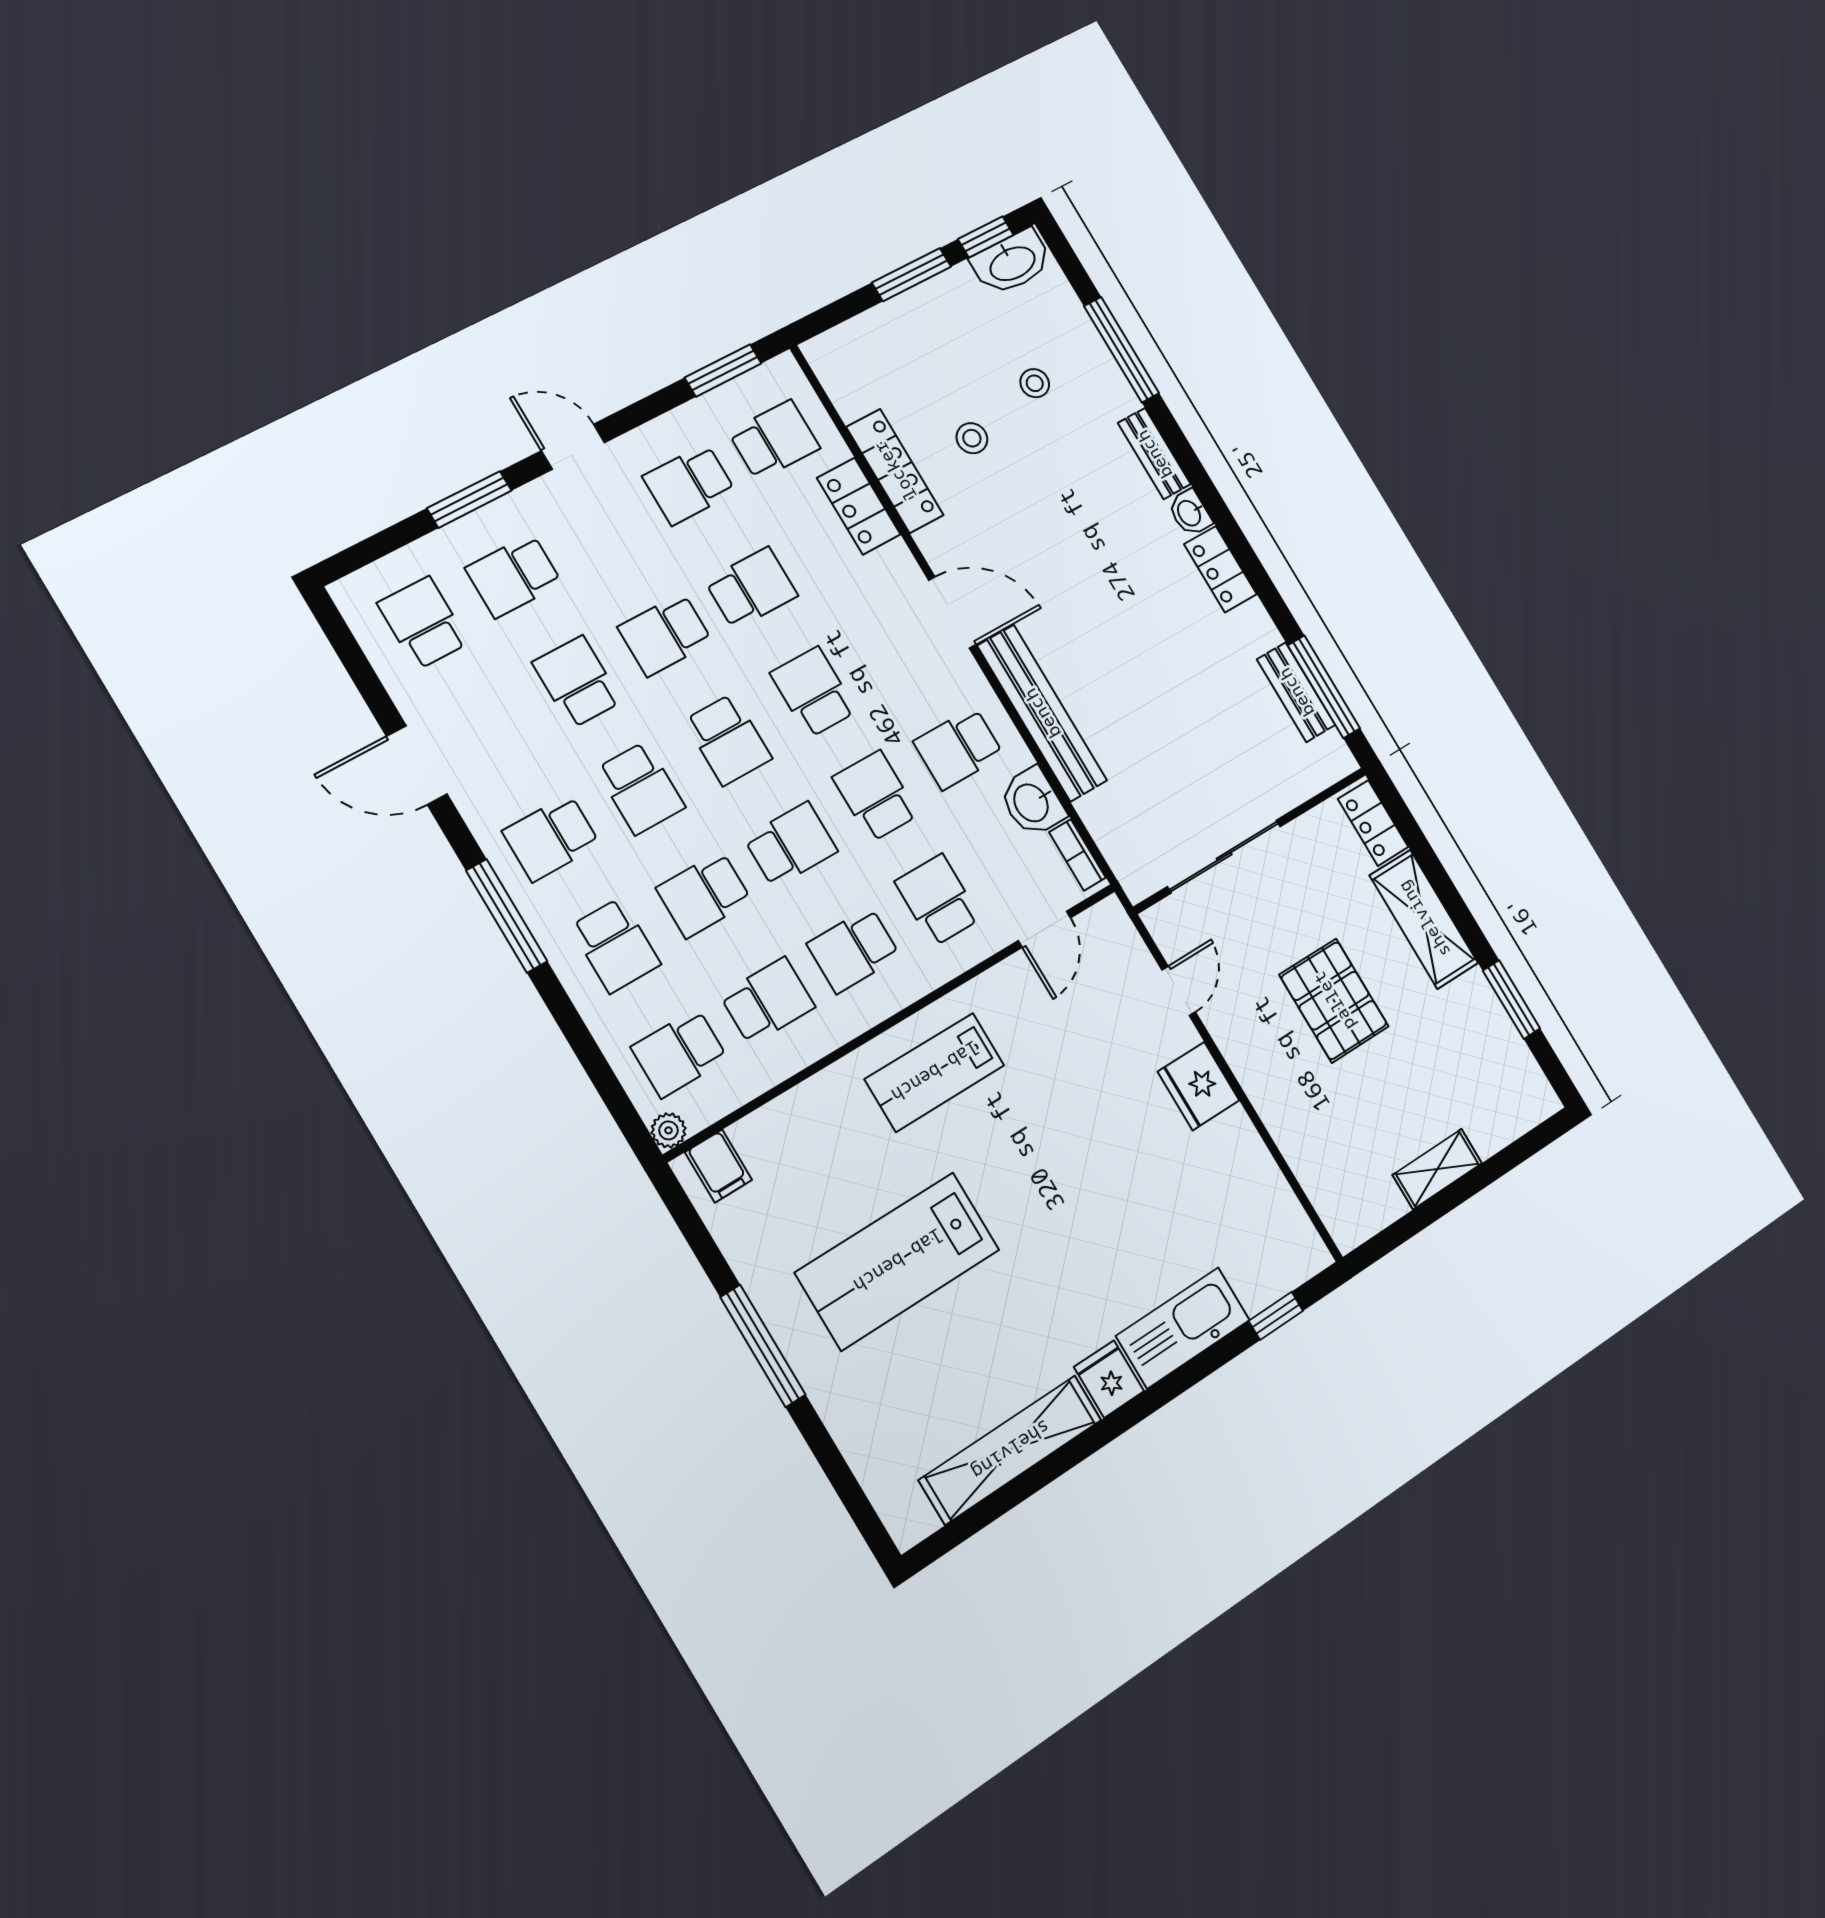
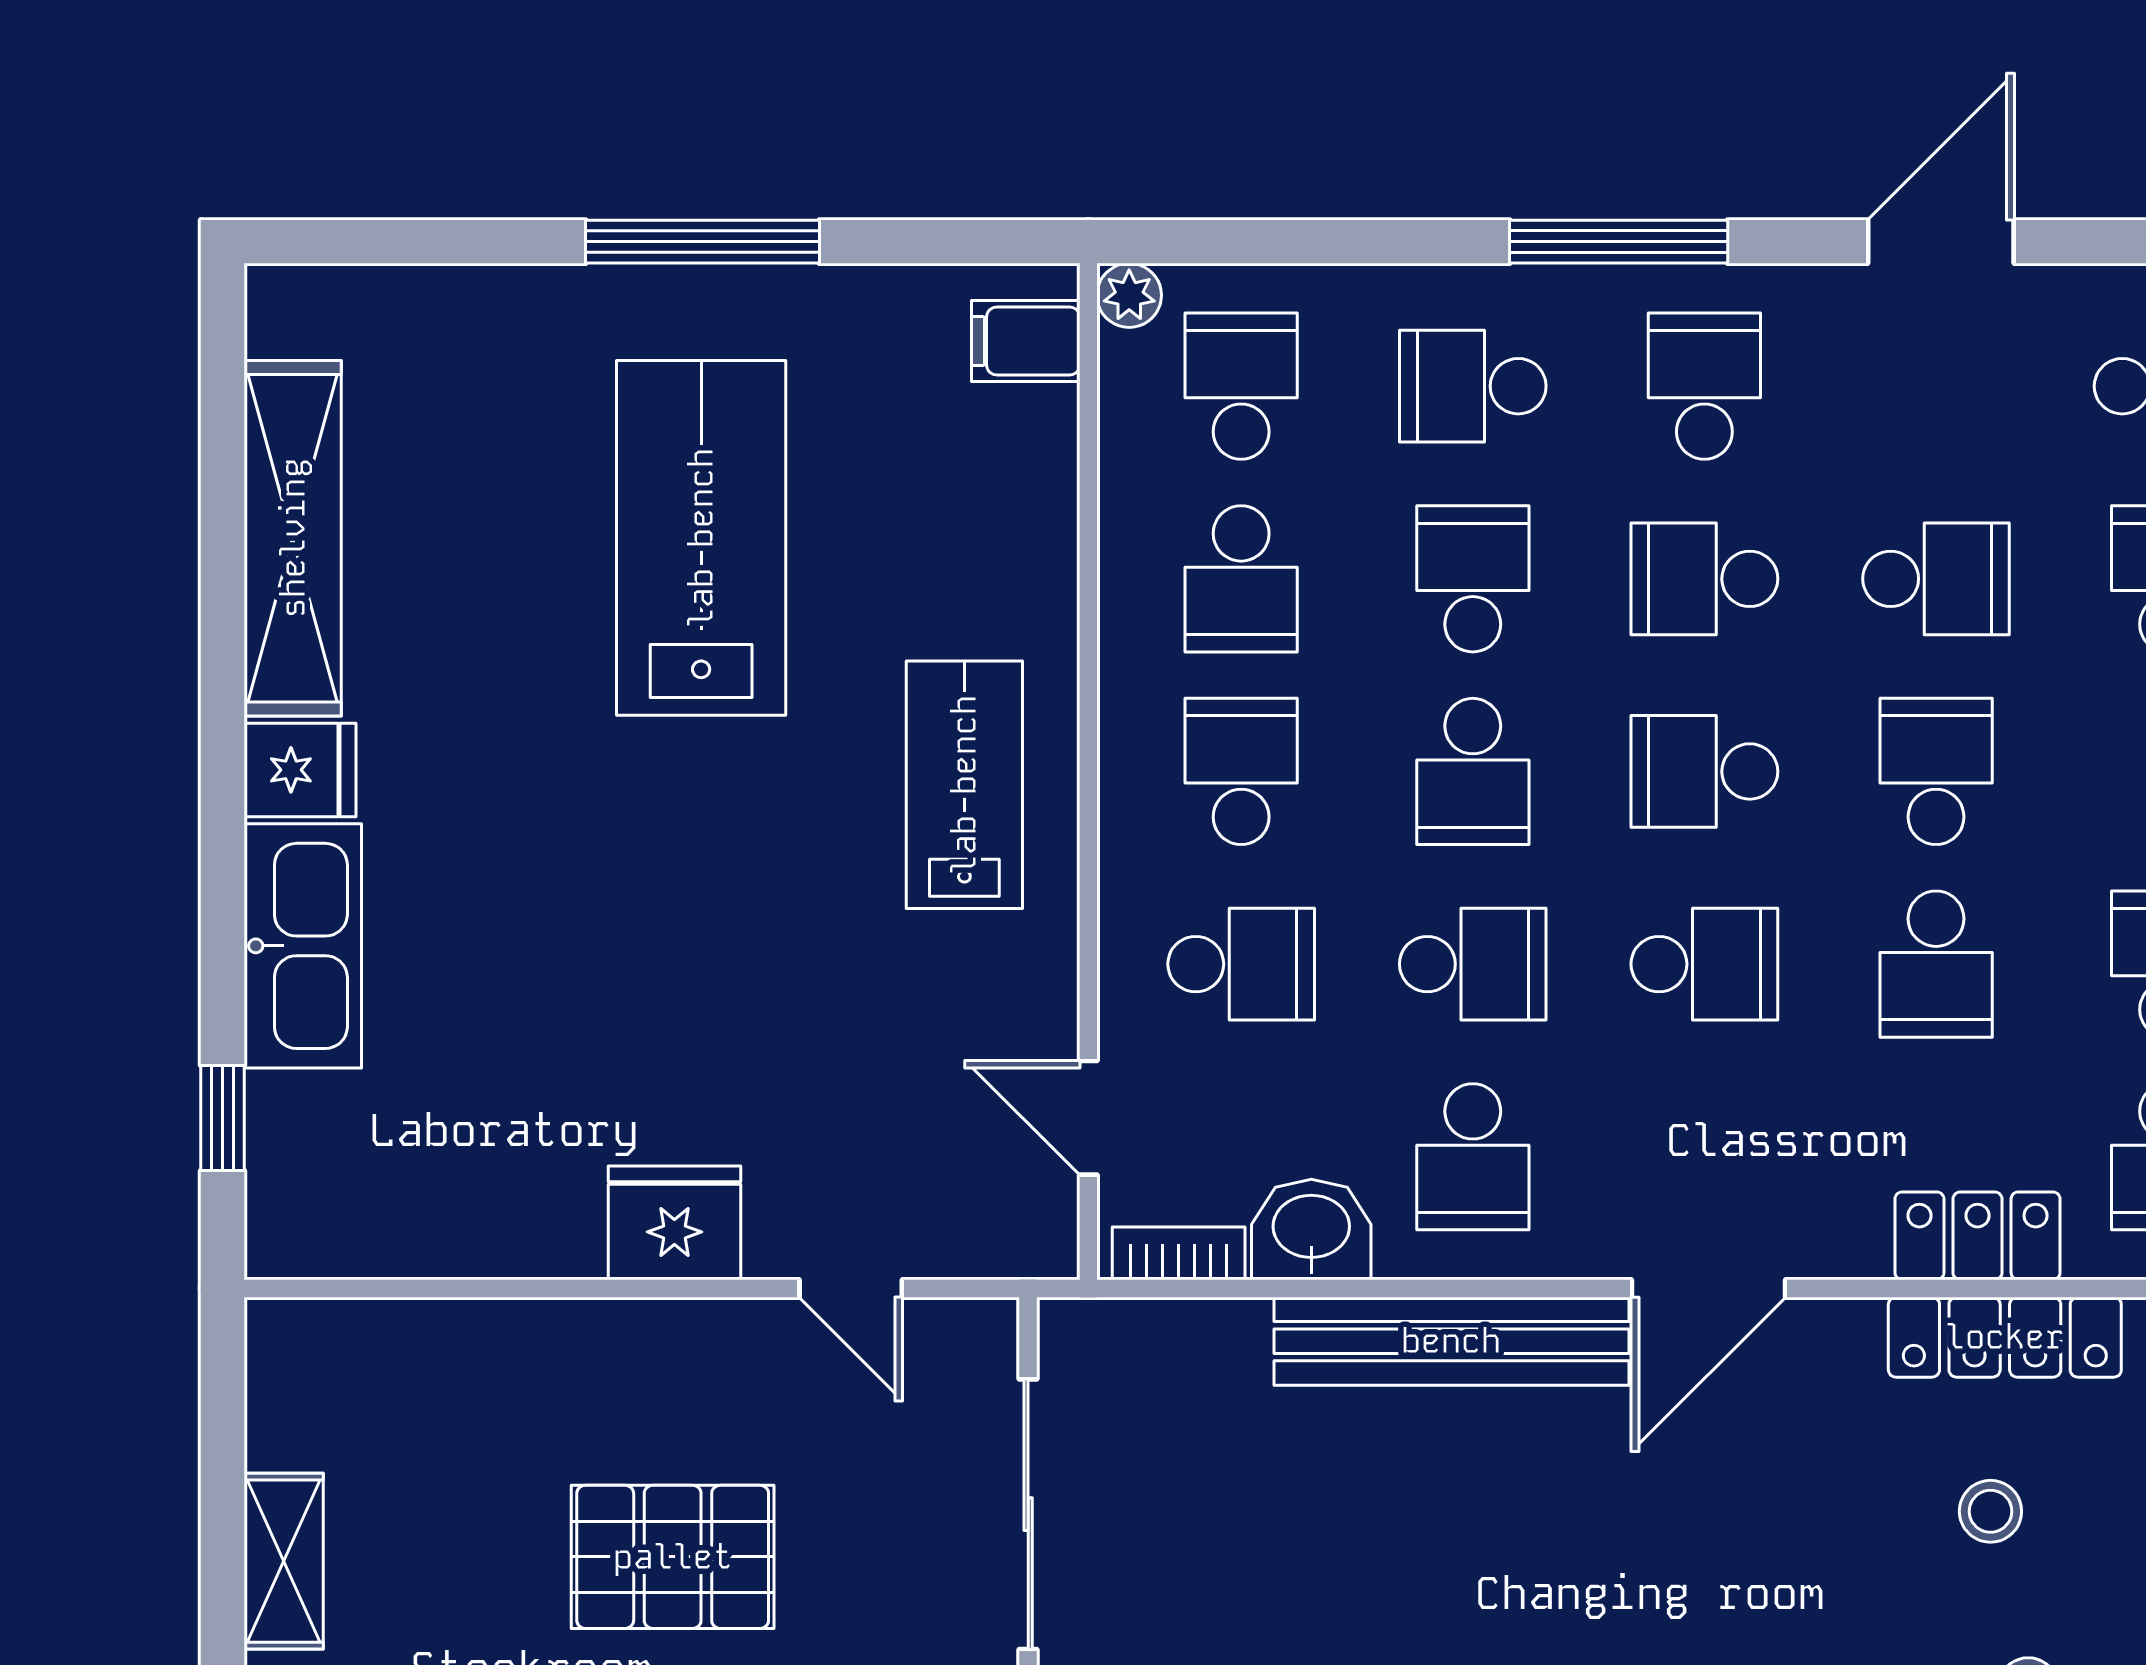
school desk: (959, 748) -> (1473, 1157), turned 180

